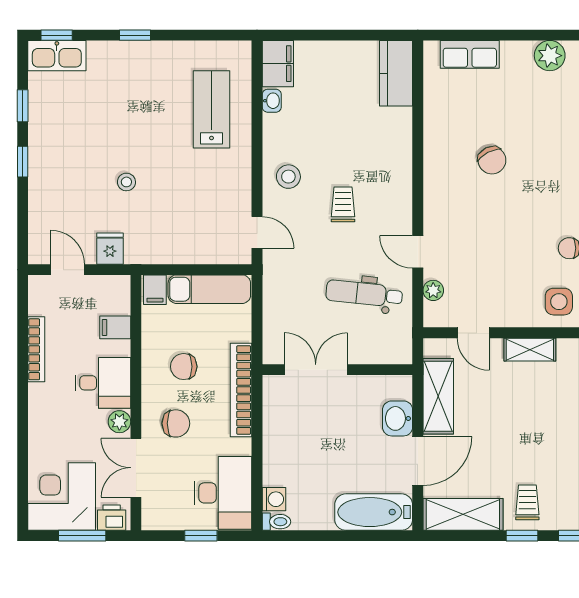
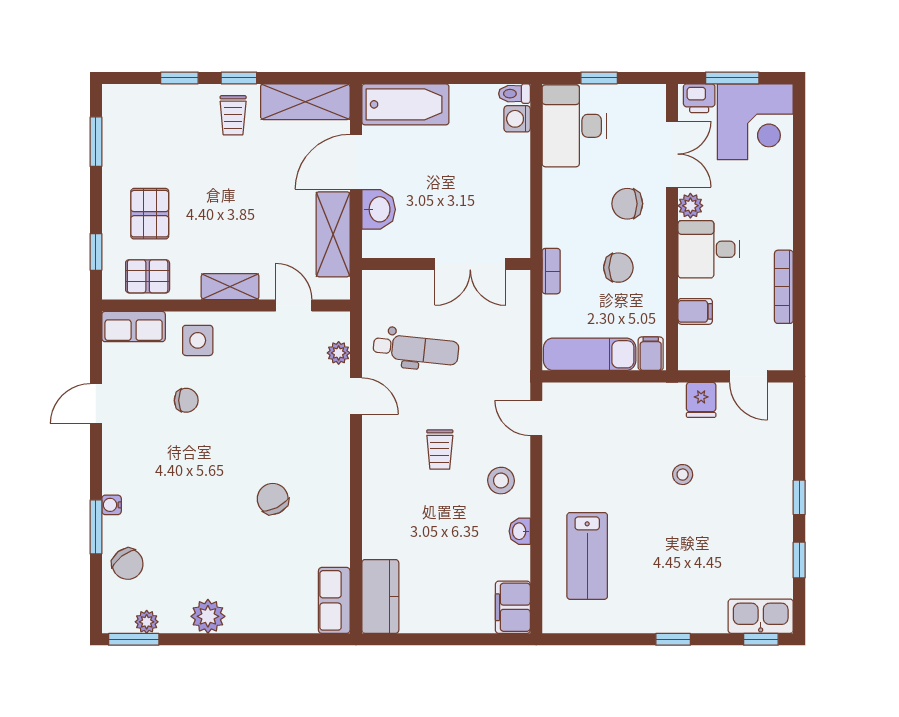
row of seats: (470, 54) -> (334, 600), moved, turned -90
washbasin: (272, 101) -> (520, 531), moved
bookcase: (241, 390) -> (551, 271), width x0.43, depth x0.76

